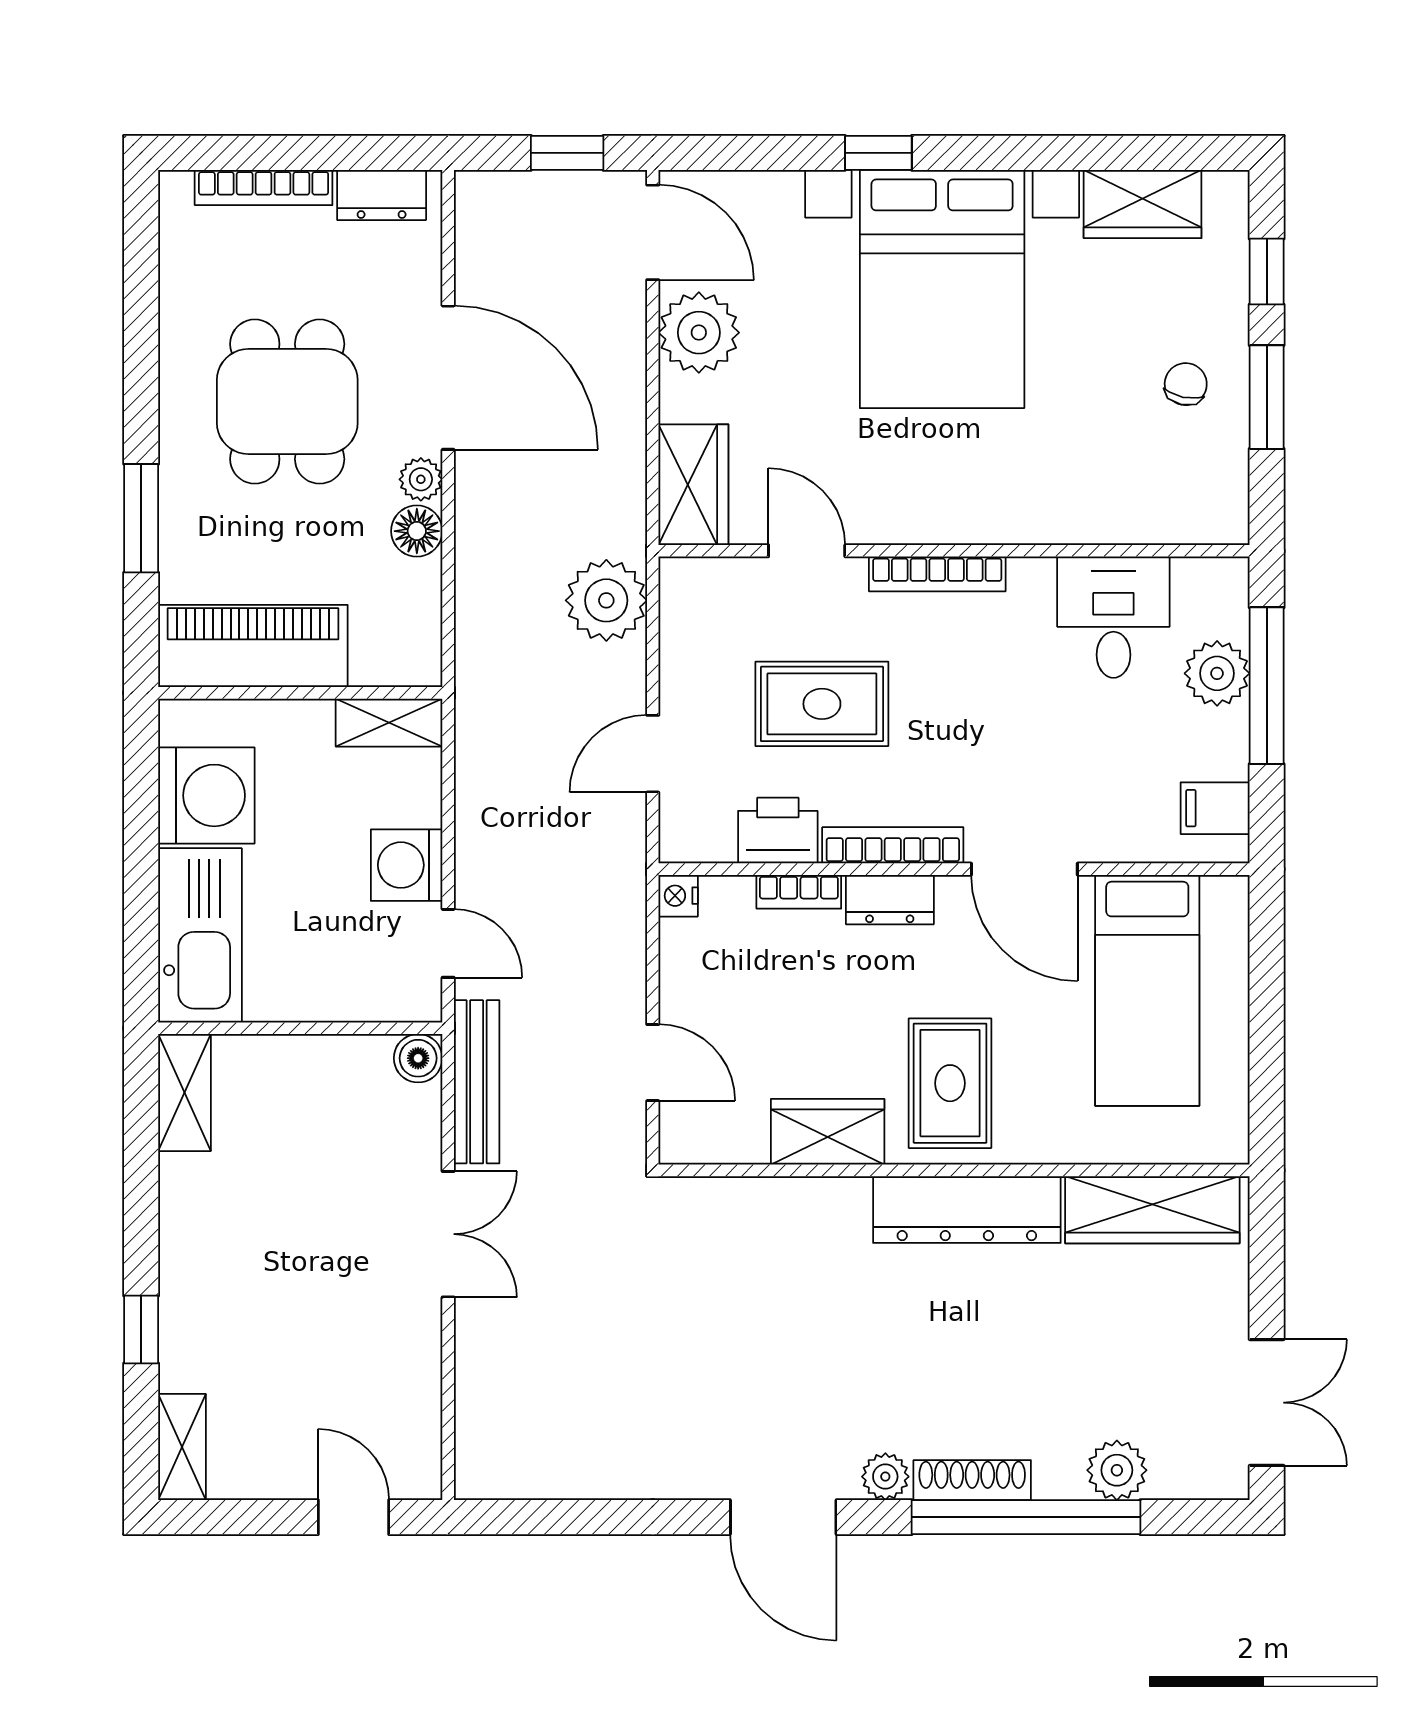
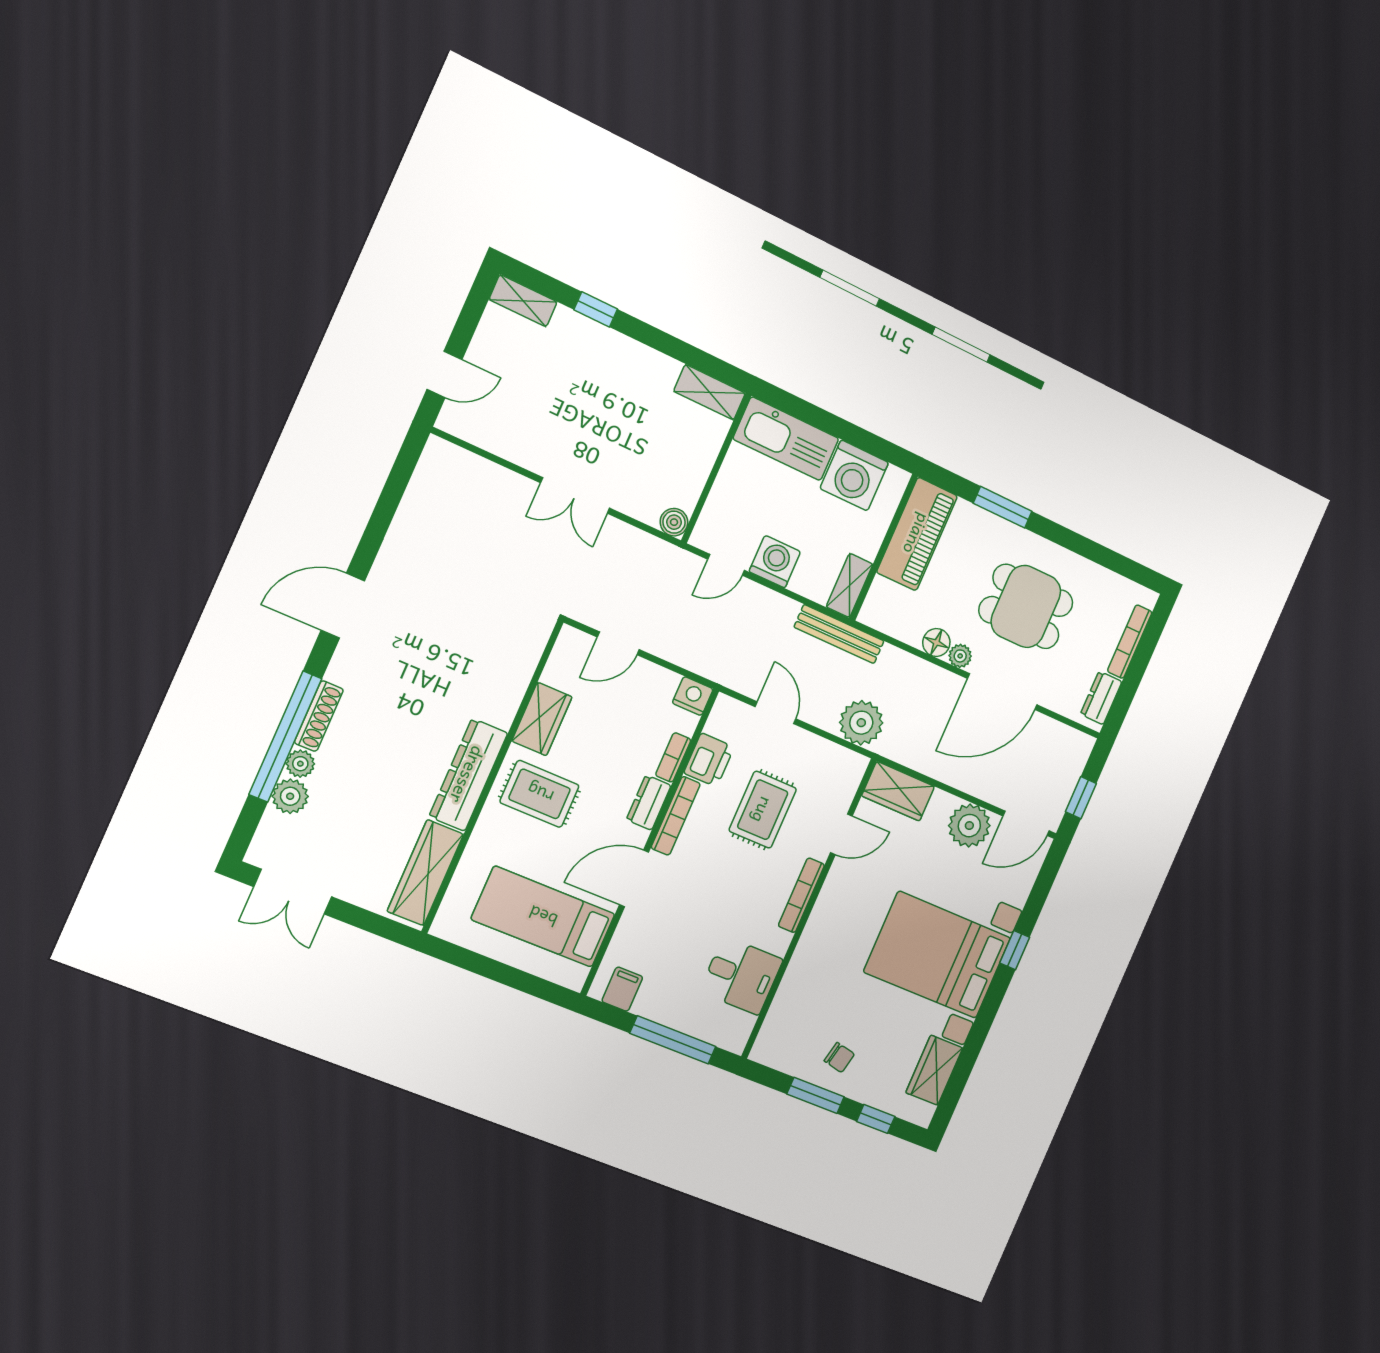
plant: (1217, 673) -> (690, 1017), removed
nightstand: (678, 896) -> (693, 696), width x1.39, depth x1.35
bench: (477, 1082) -> (839, 634), moved
plant: (885, 1477) -> (300, 764), moved

